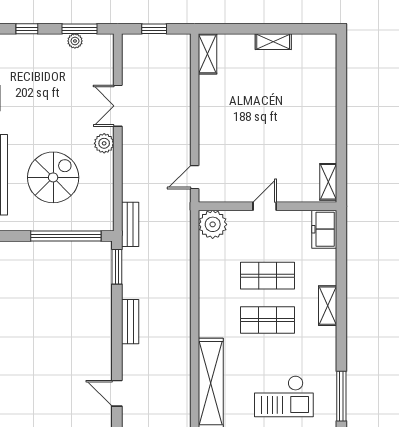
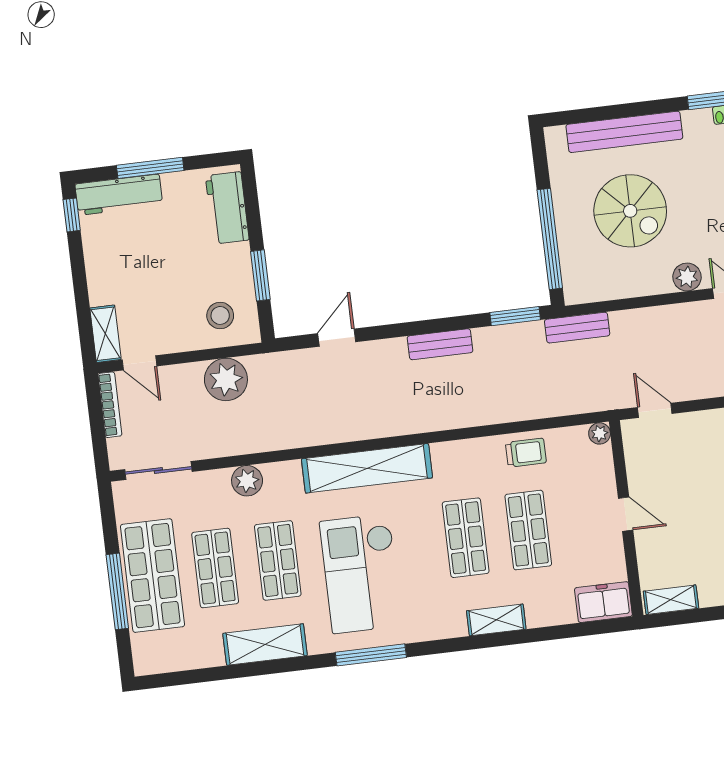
plant: (213, 224) -> (600, 433), width x0.53, depth x0.53
trolley: (213, 271) -> (526, 453), added
checkout: (284, 396) -> (361, 574), width x1.36, depth x1.21

